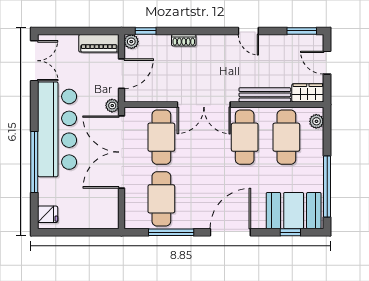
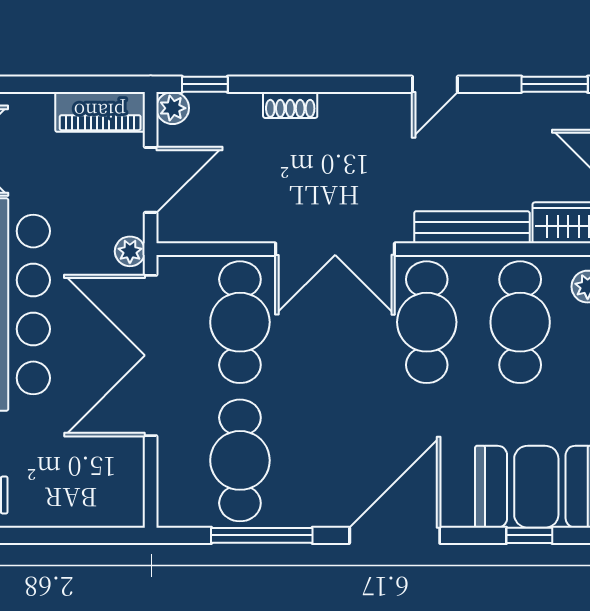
door: (248, 31) -> (435, 84), hinge flipped

